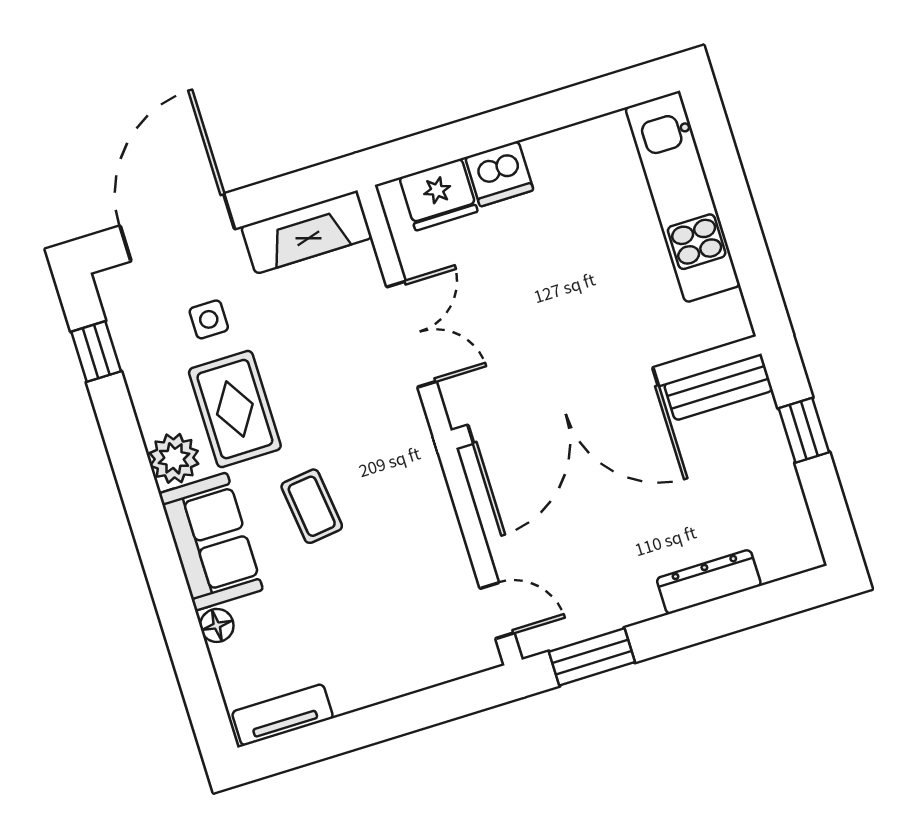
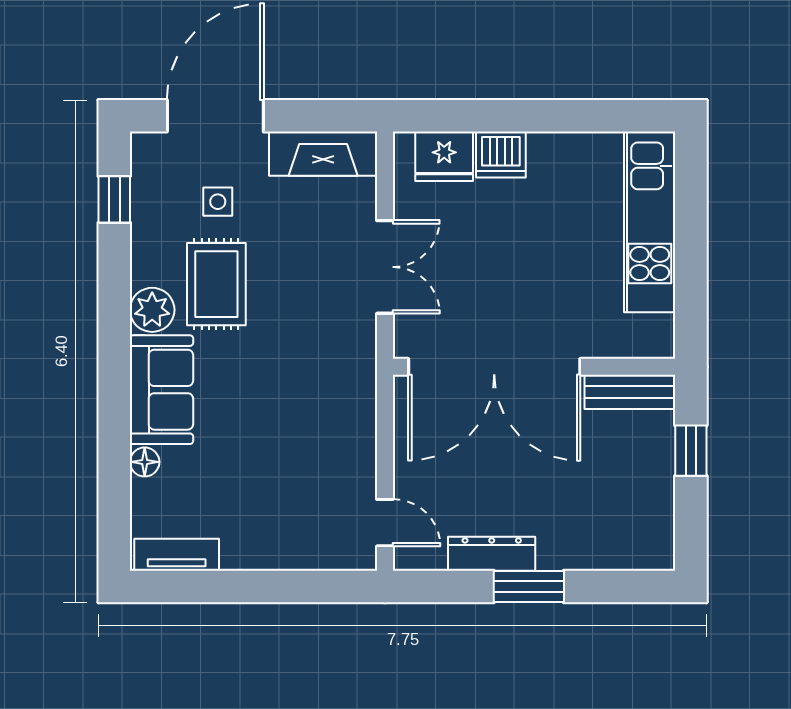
coffee table: (312, 506) -> (256, 386), removed
dresser: (709, 582) -> (492, 554), moved
window: (592, 657) -> (529, 586), moved

